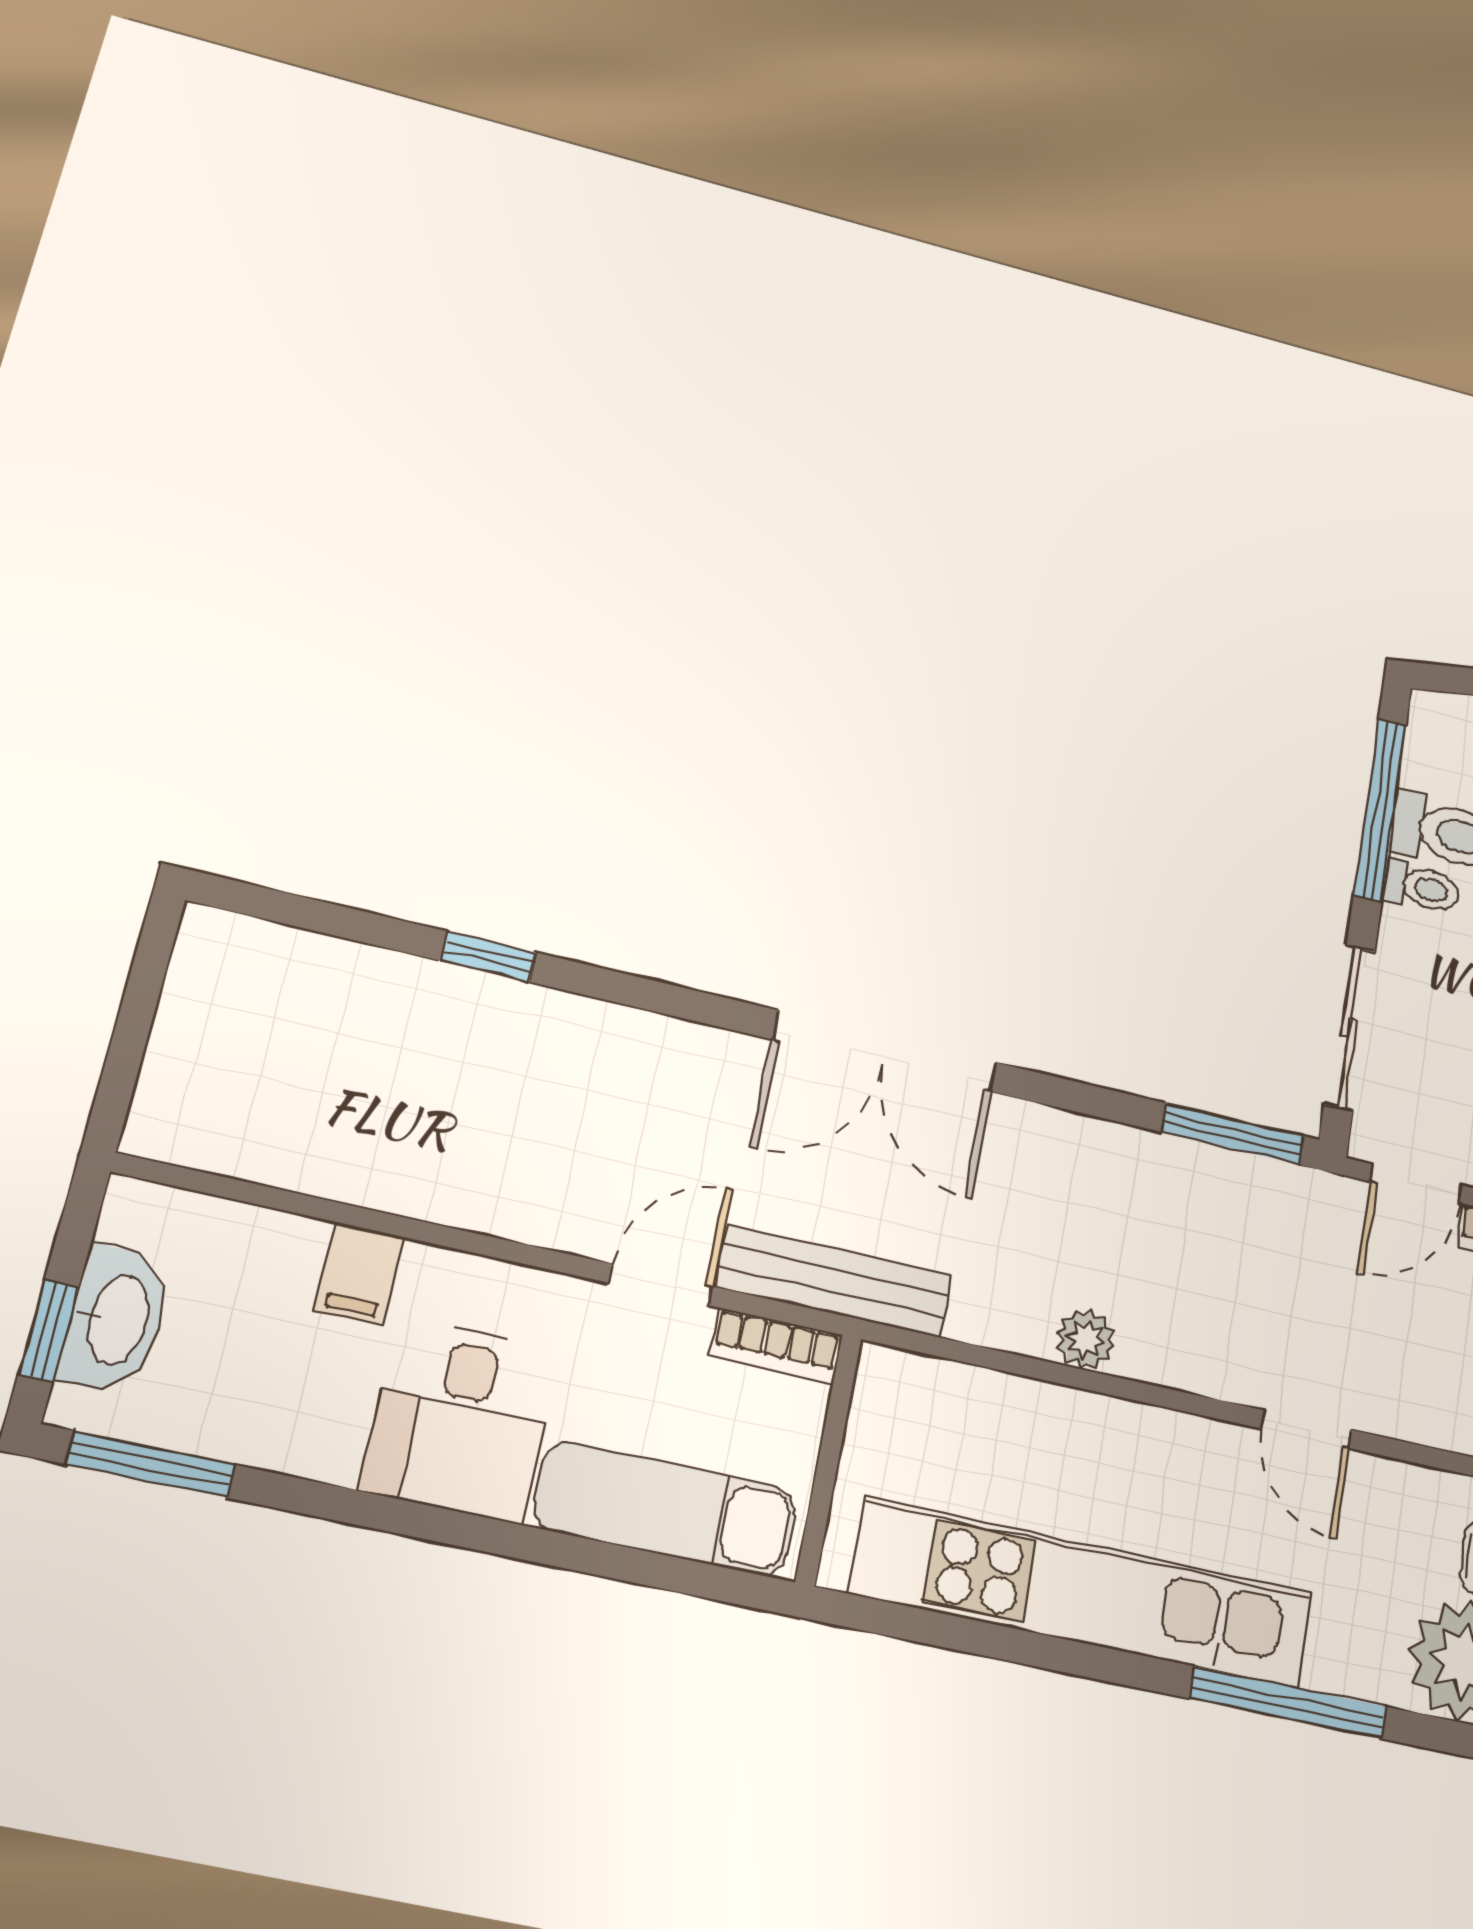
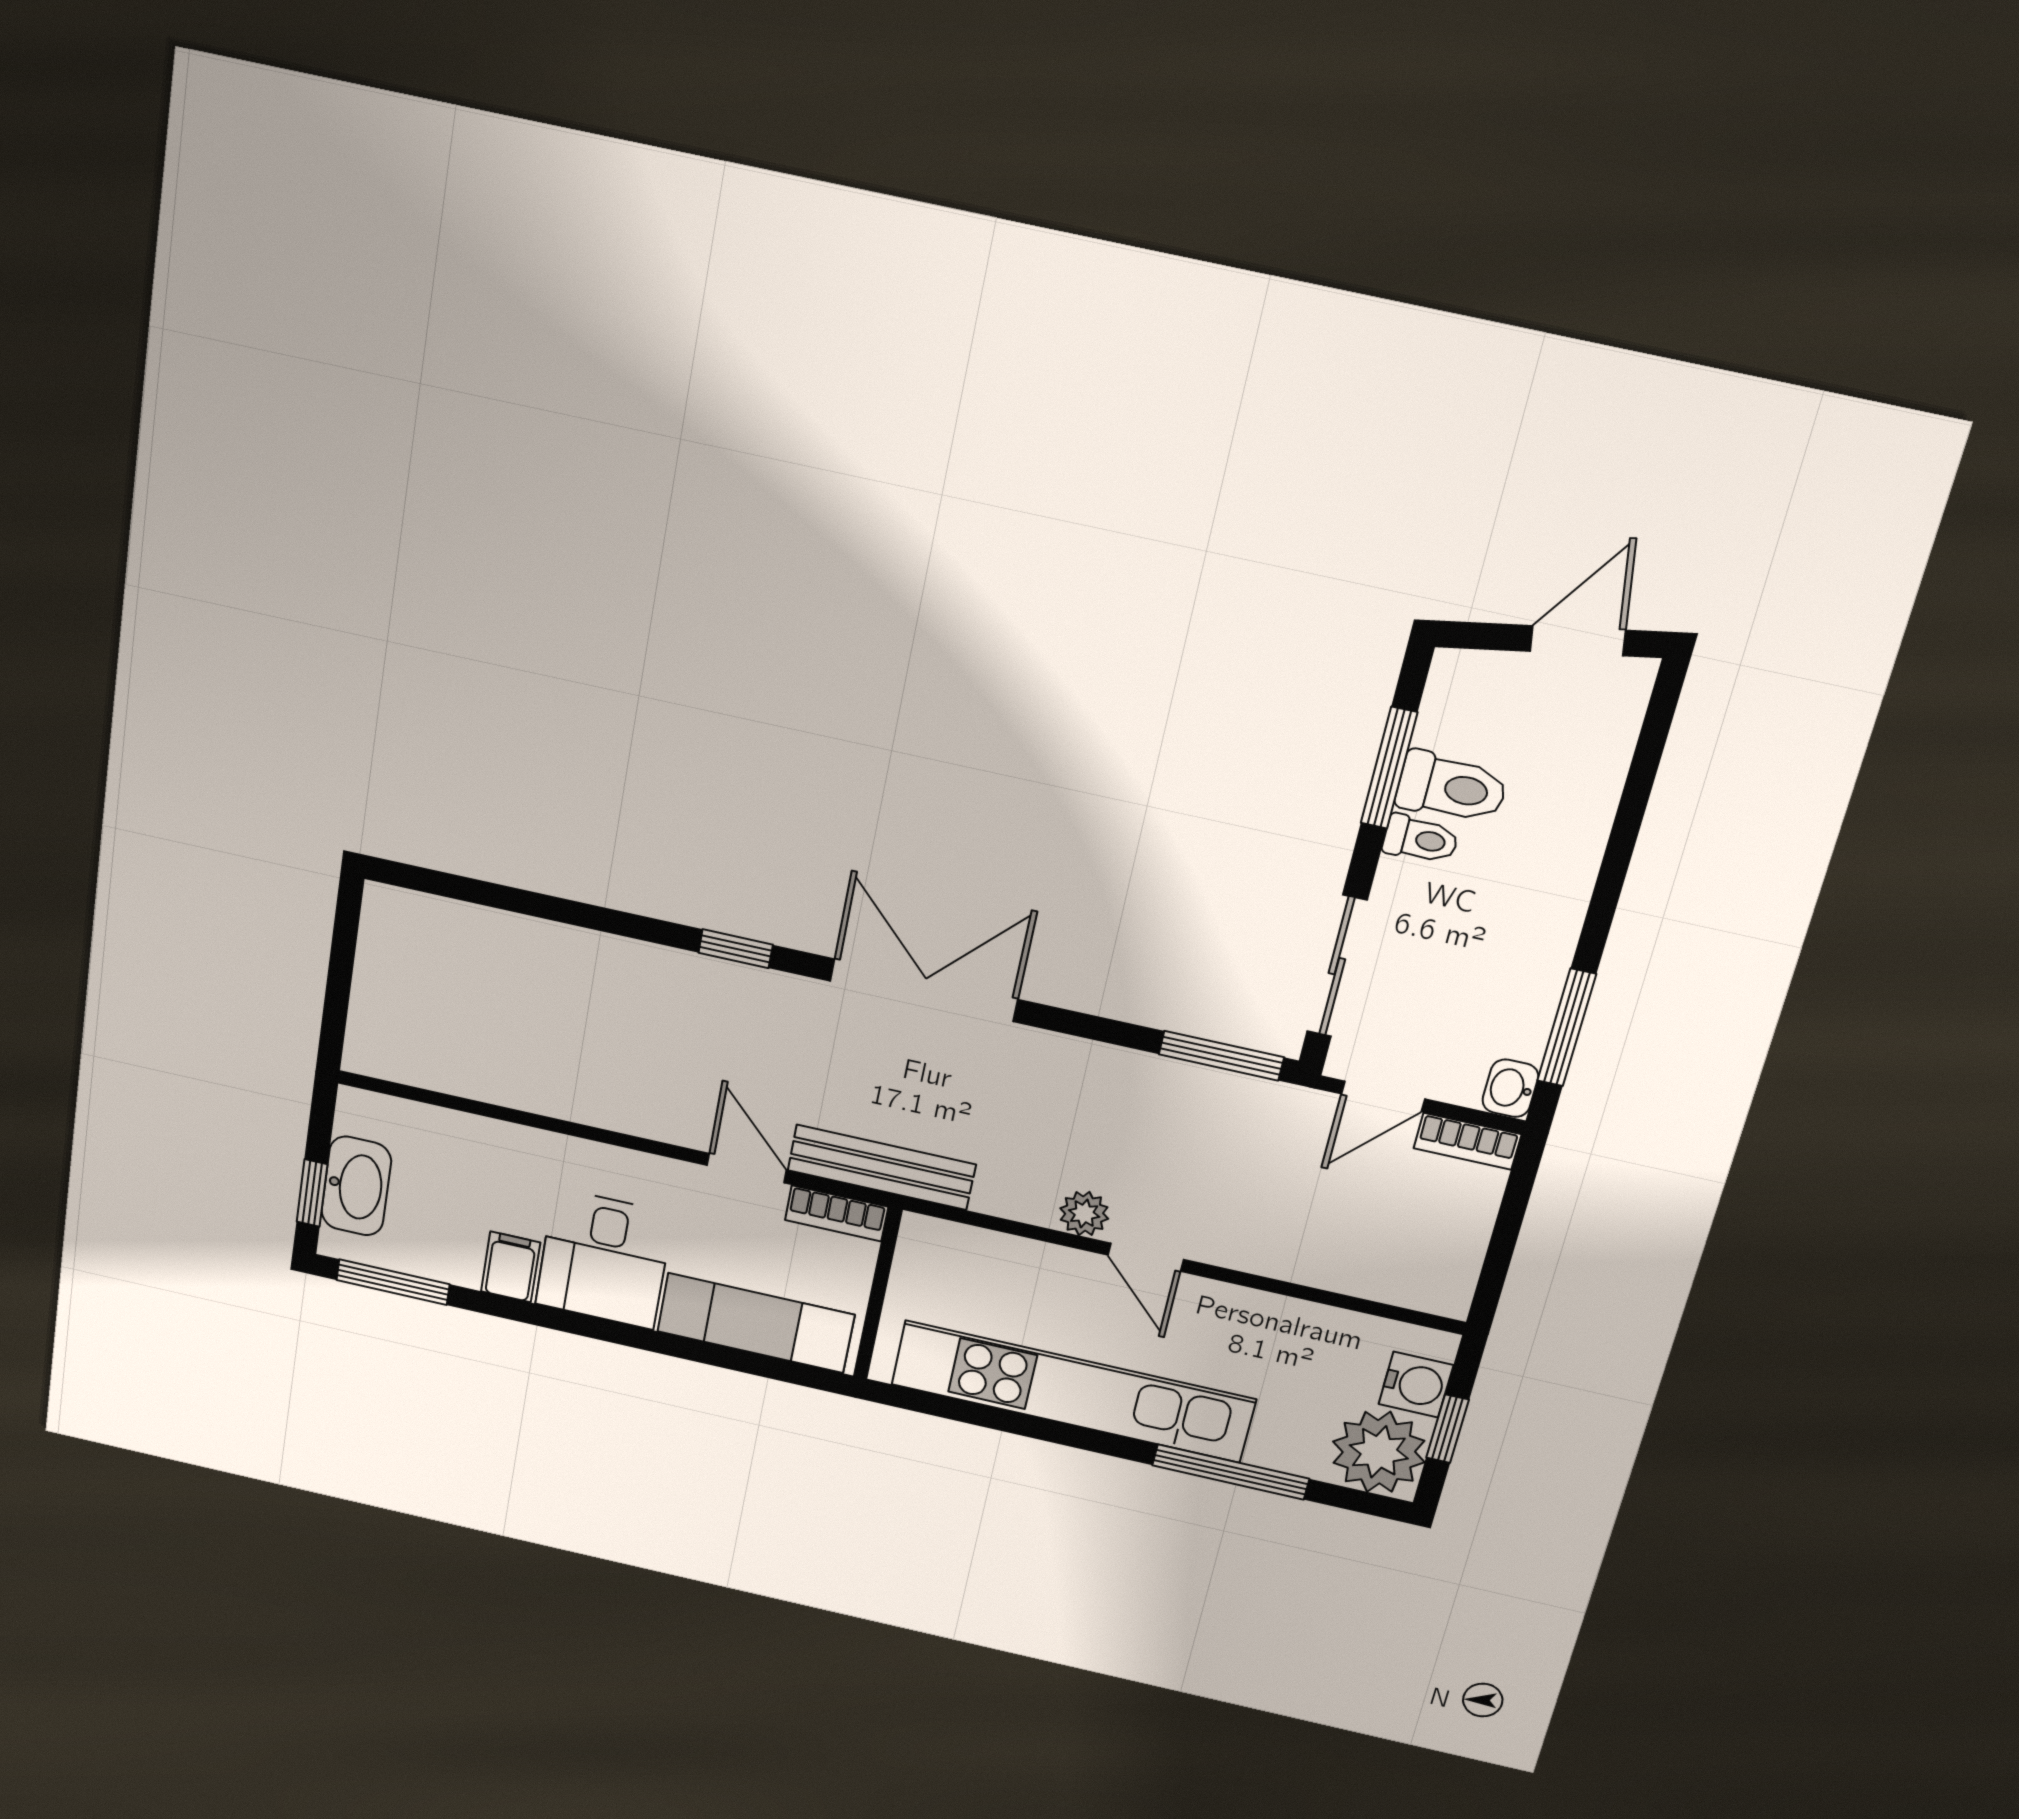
window: (1380, 810) -> (1389, 768), width x0.69
window: (488, 957) -> (736, 949), moved
double door: (885, 1051) -> (924, 990), swing flipped
filing cabinet: (359, 1274) -> (511, 1267), moved, turned 180
door: (661, 1285) -> (747, 1168), hinge flipped
door: (1306, 1429) -> (1146, 1257), moved

